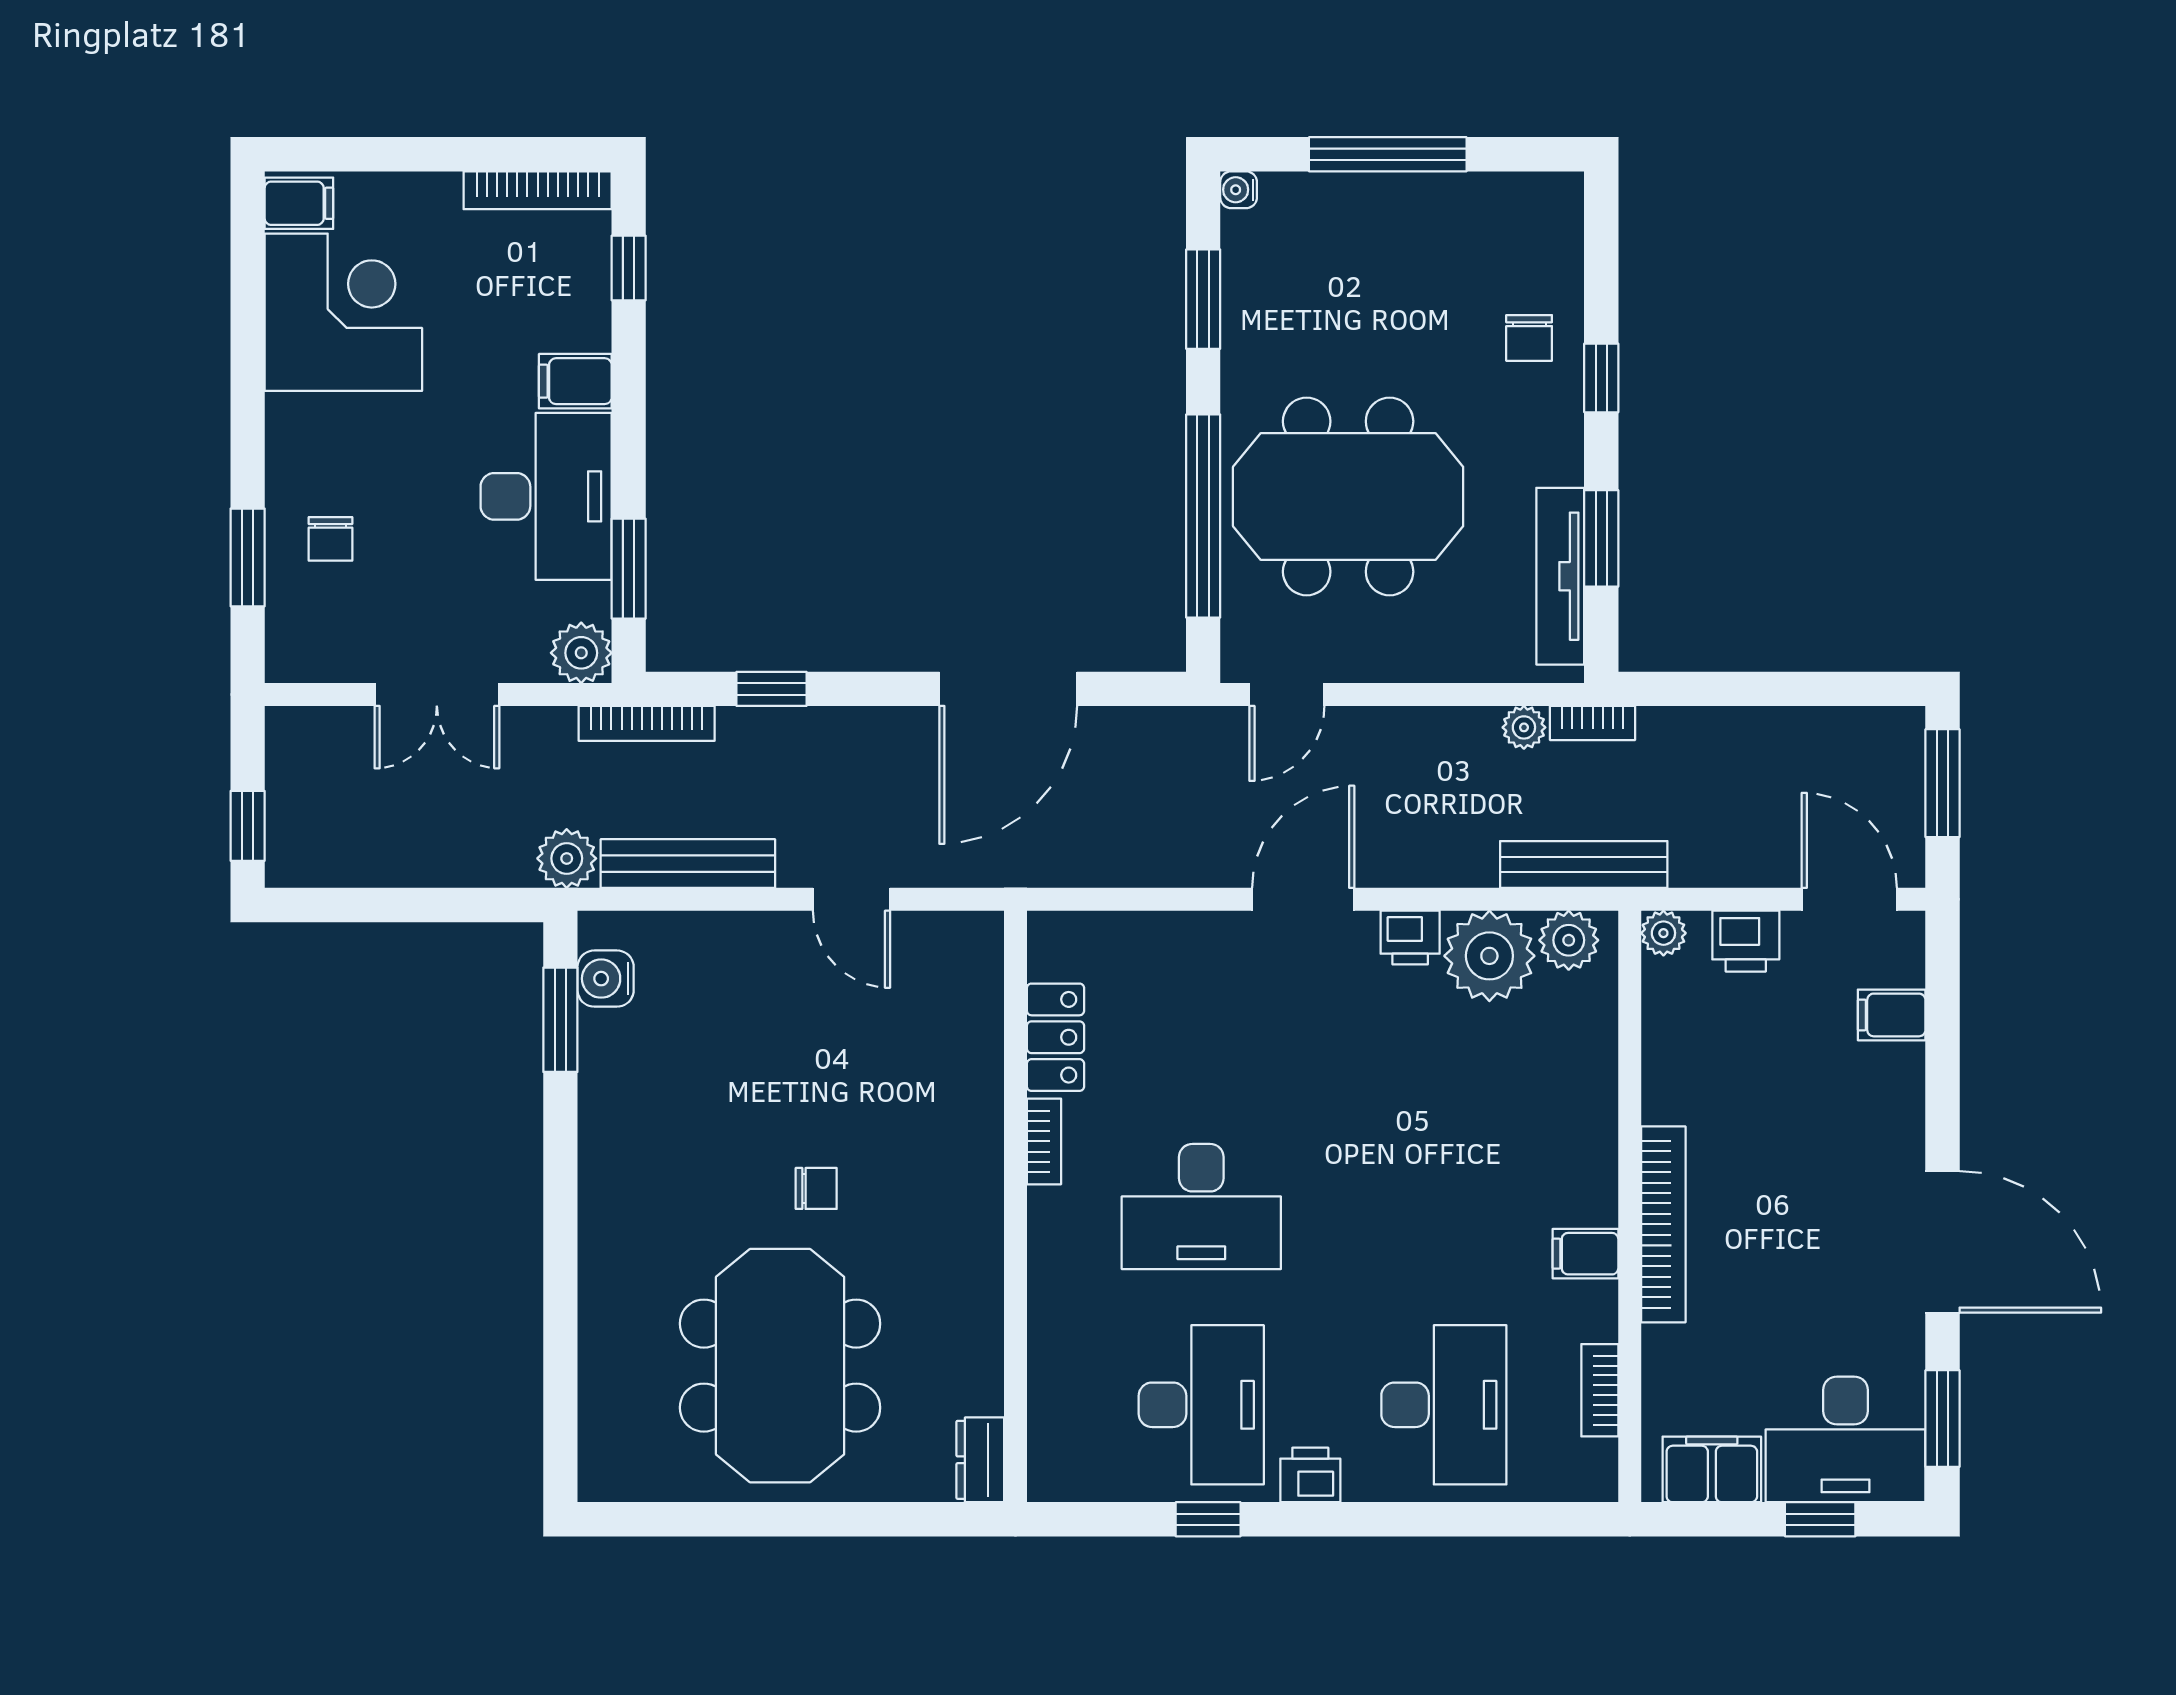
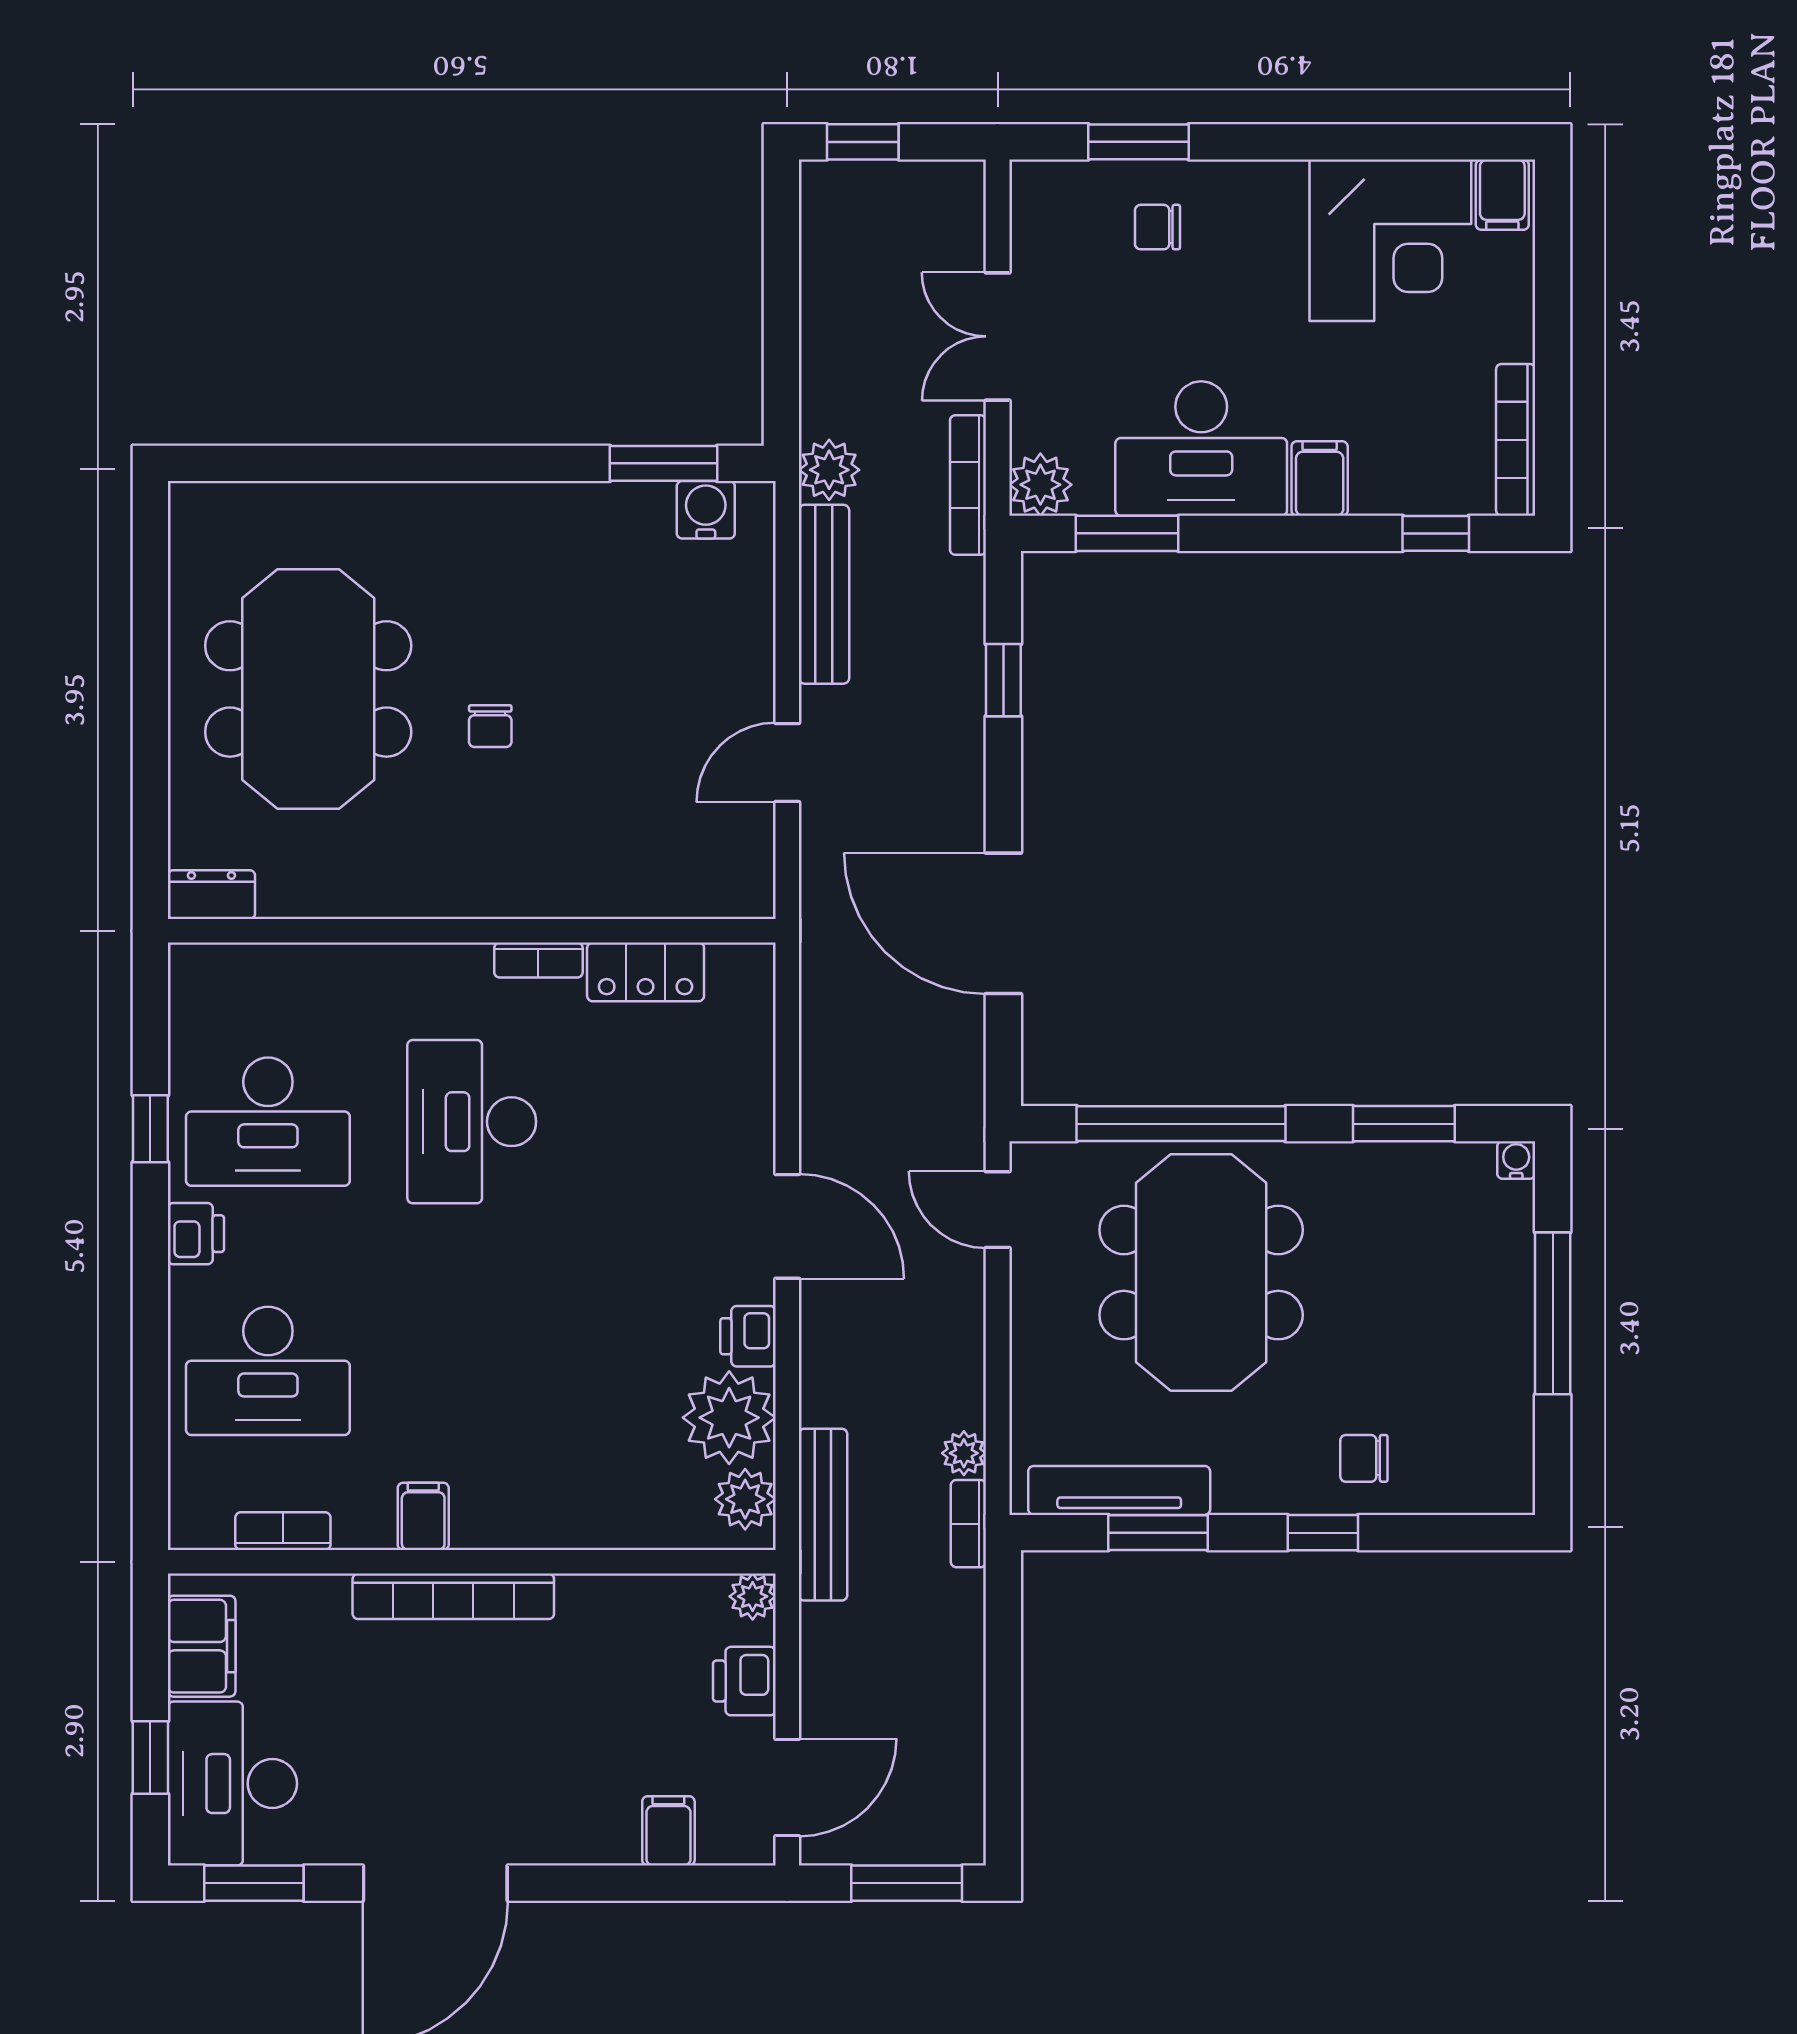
bookcase: (647, 723) -> (968, 485), moved
meeting table: (780, 1366) -> (308, 689), turned 90

